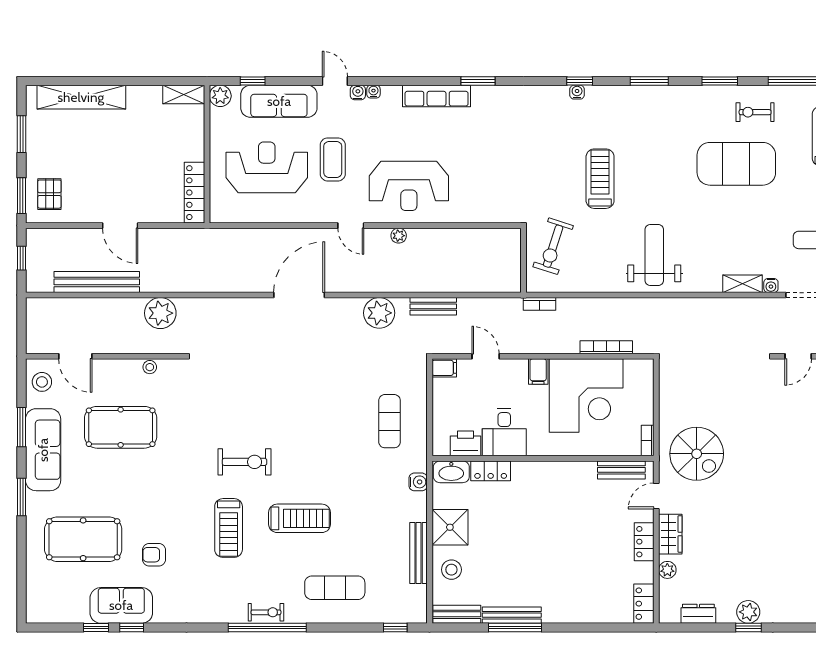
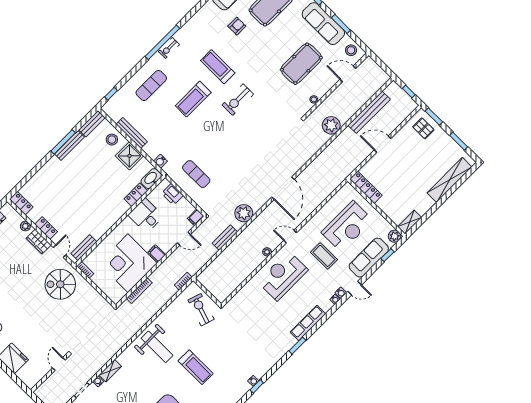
treadmill: (600, 179) -> (196, 367), moved
printer: (465, 443) -> (172, 194), moved, turned 90

